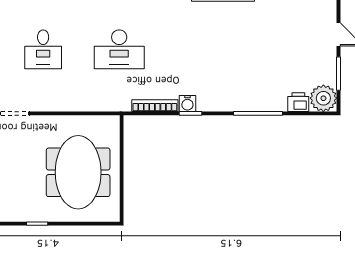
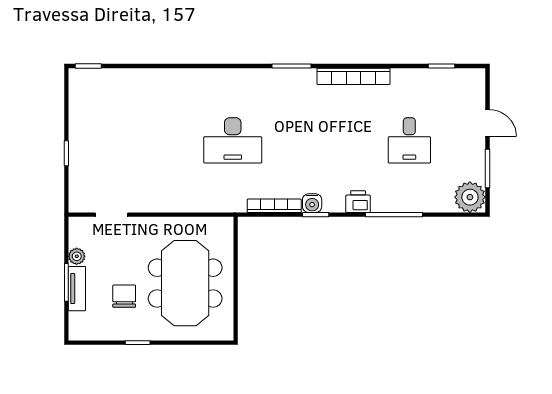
desk: (43, 49) -> (409, 140), moved
printer: (298, 102) -> (358, 202), moved
chair: (26, 184) -> (124, 296), added

